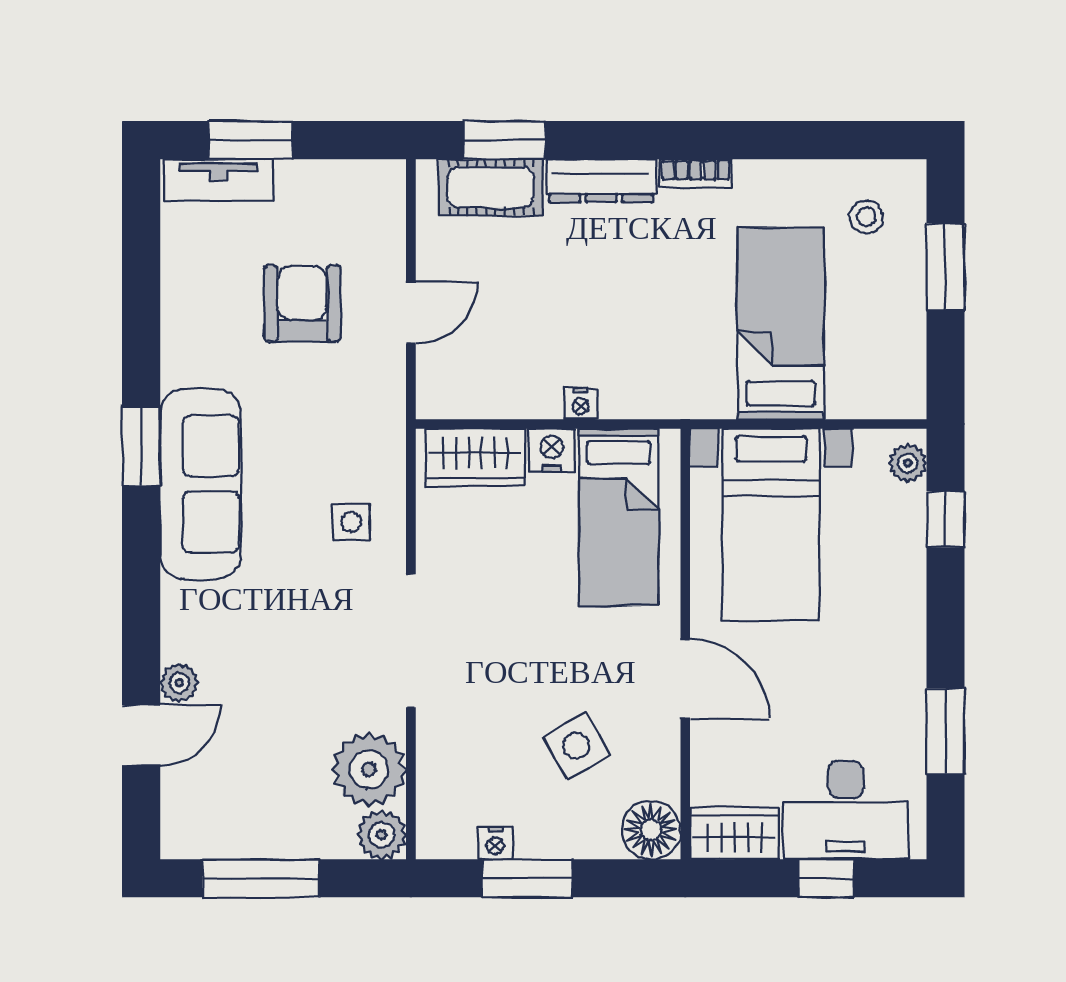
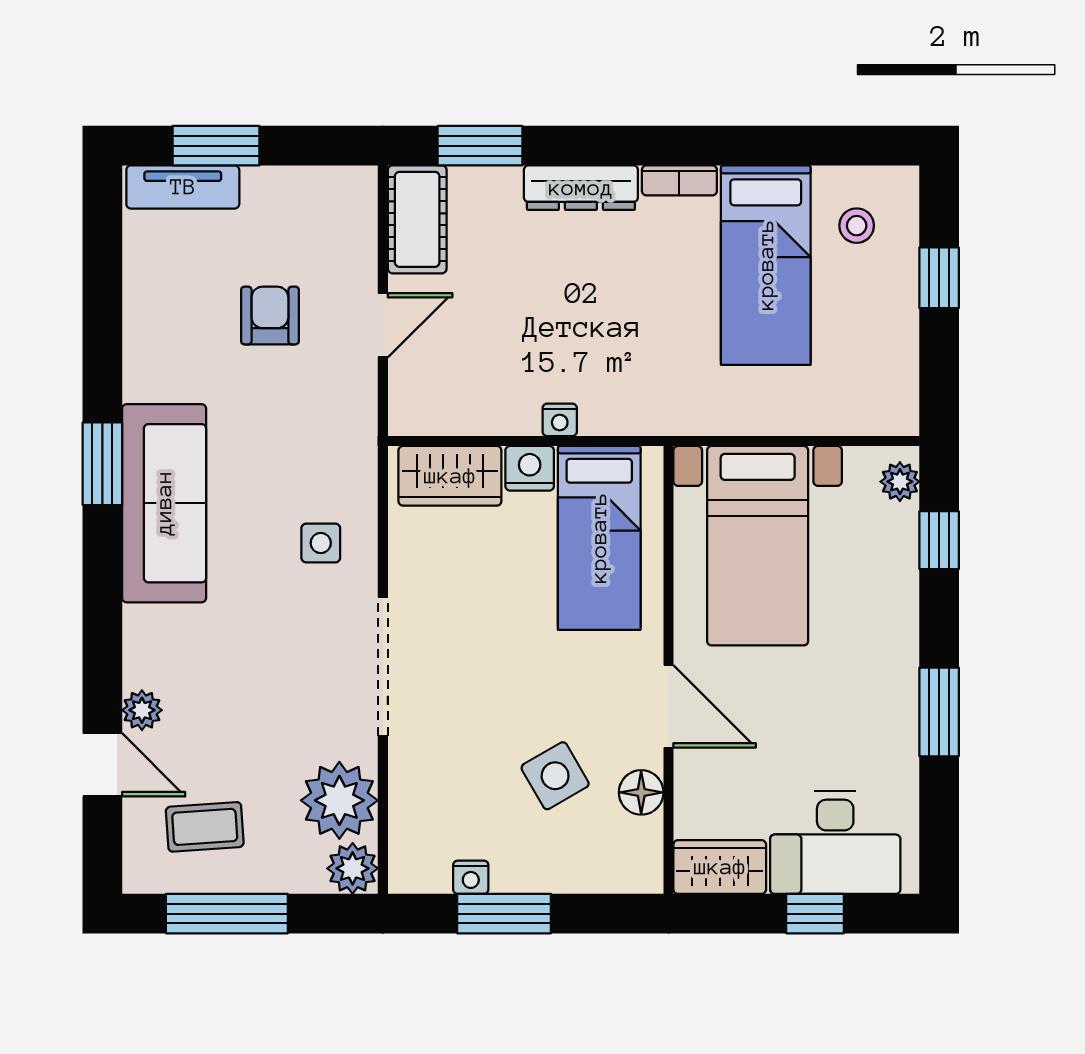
cot: (491, 187) -> (417, 219), moved, turned 90
window: (945, 267) -> (939, 278), width x0.67
armchair: (302, 303) -> (270, 315), width x0.72, depth x0.72
bed: (781, 323) -> (766, 265), moved, turned 180
window: (945, 731) -> (939, 712), moved
door: (141, 735) -> (102, 765), hinge flipped
coffee table: (240, 795) -> (205, 827), added
floor lamp: (651, 830) -> (641, 792), moved, width x0.73, depth x0.73

